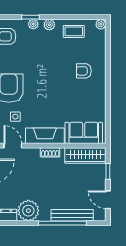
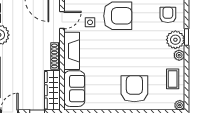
plant: (33, 24) -> (175, 40), width x1.88, depth x1.88
armchair: (84, 71) -> (134, 89), width x1.88, depth x1.88
shoe rack: (50, 152) -> (55, 56), width x1.43

